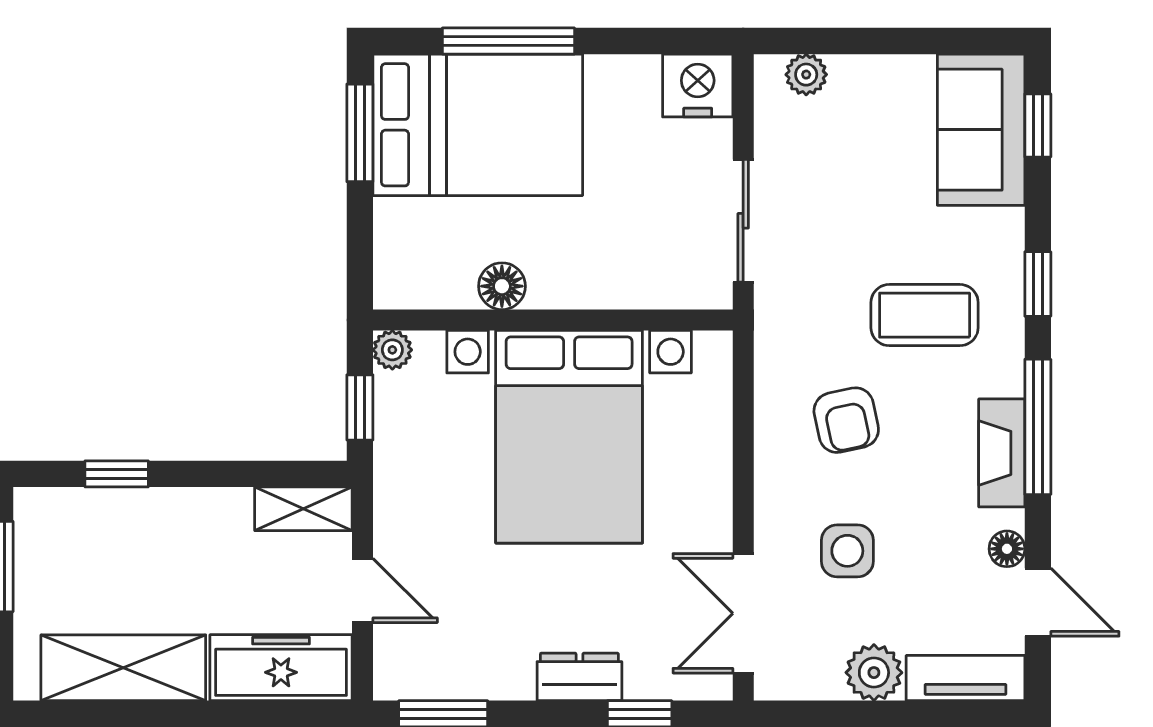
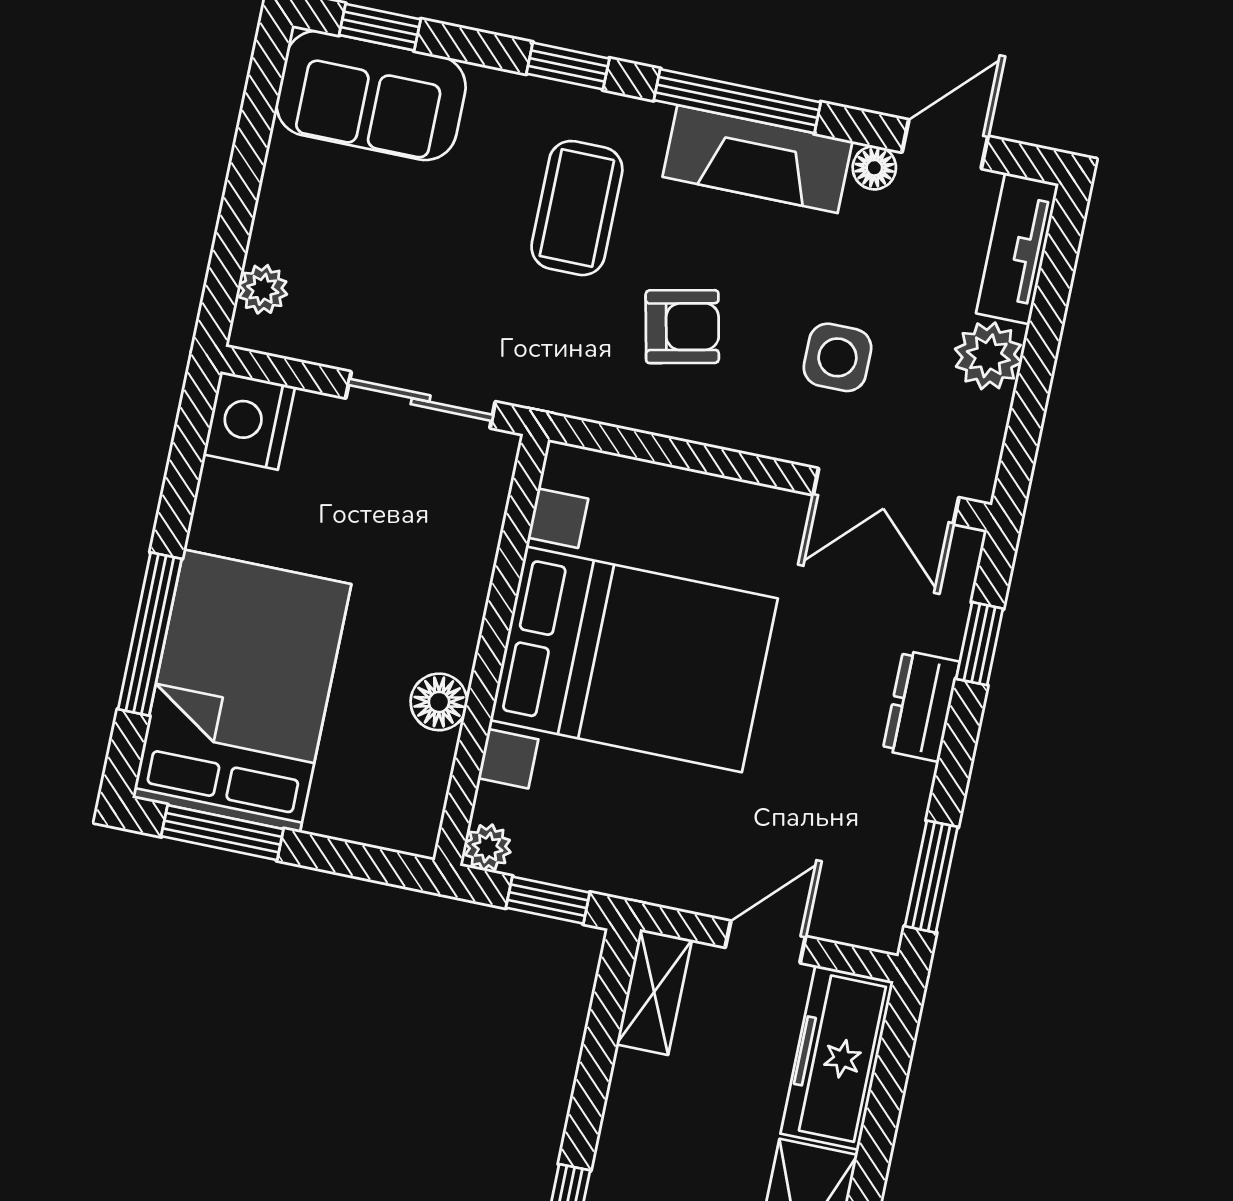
fireplace: (1002, 453) -> (757, 159), width x1.37, depth x1.32

